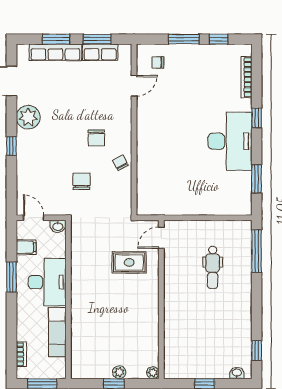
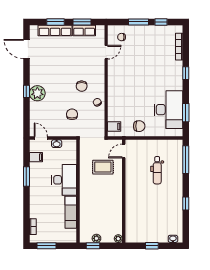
plant: (28, 117) -> (37, 93), moved
desk: (230, 141) -> (168, 110), moved
chair: (185, 199) -> (139, 126), added
filing cabinet: (146, 200) -> (114, 127), added
desk: (47, 282) -> (64, 180), moved
wall: (68, 299) -> (78, 191), moved
exam couch: (57, 332) -> (71, 212), moved
window: (257, 351) -> (186, 203), moved

